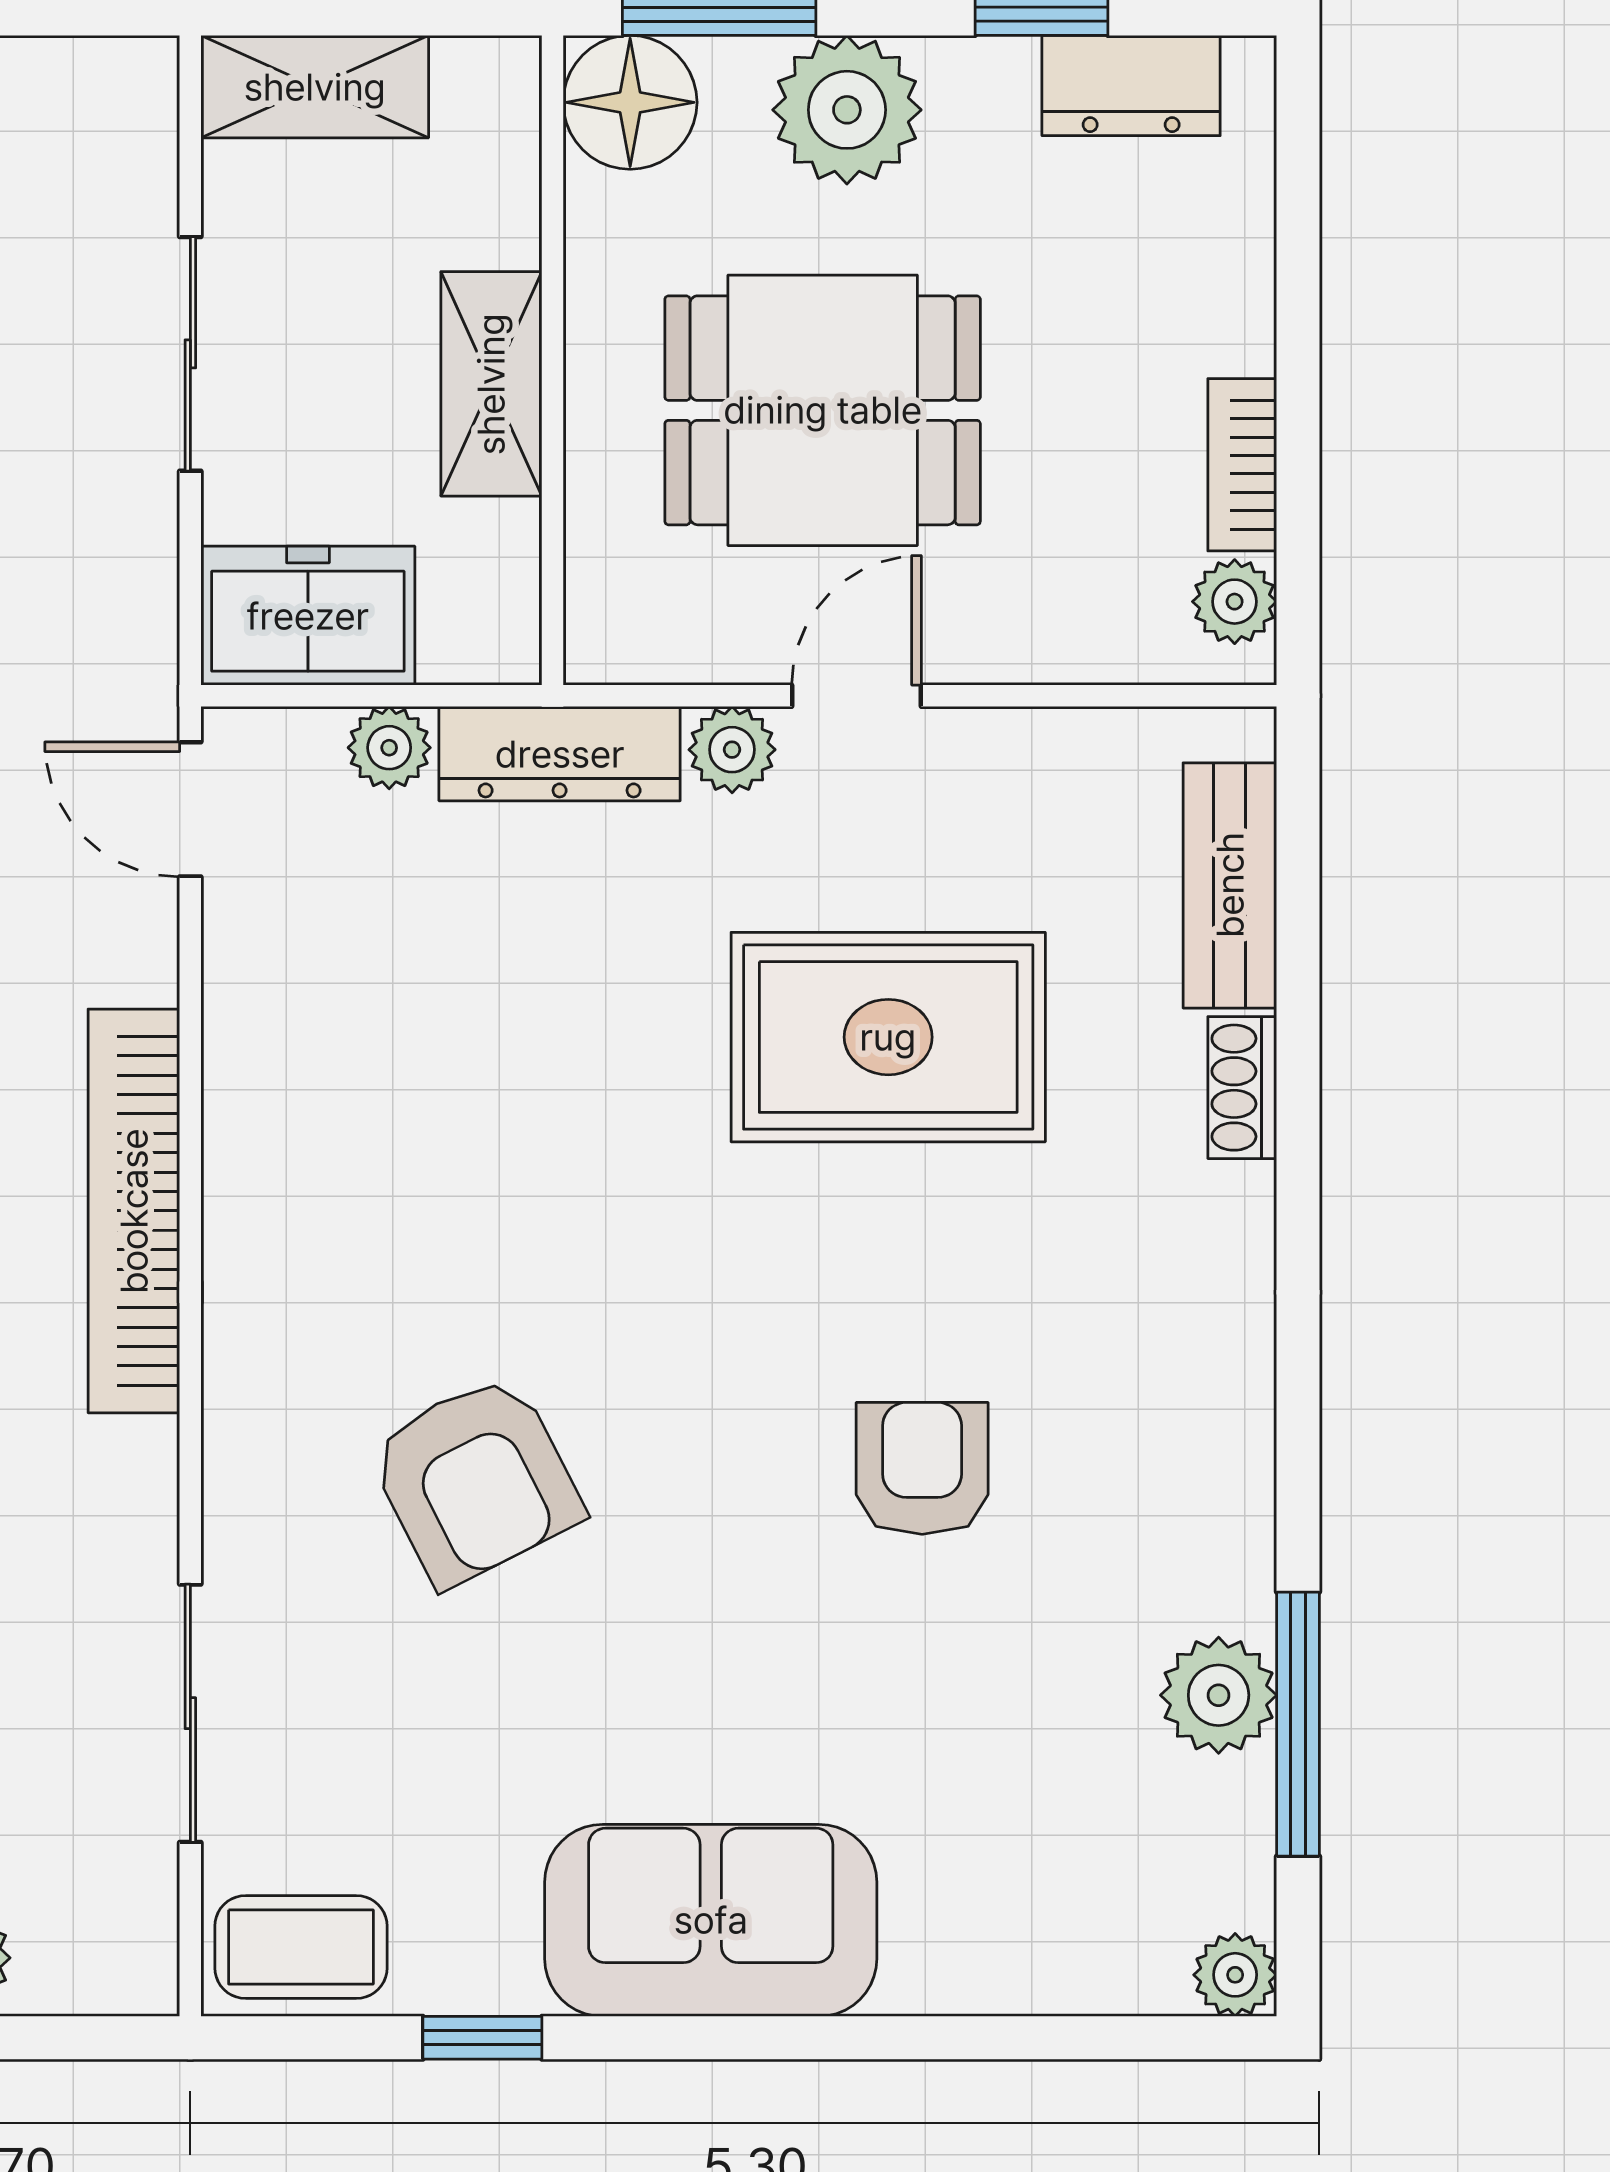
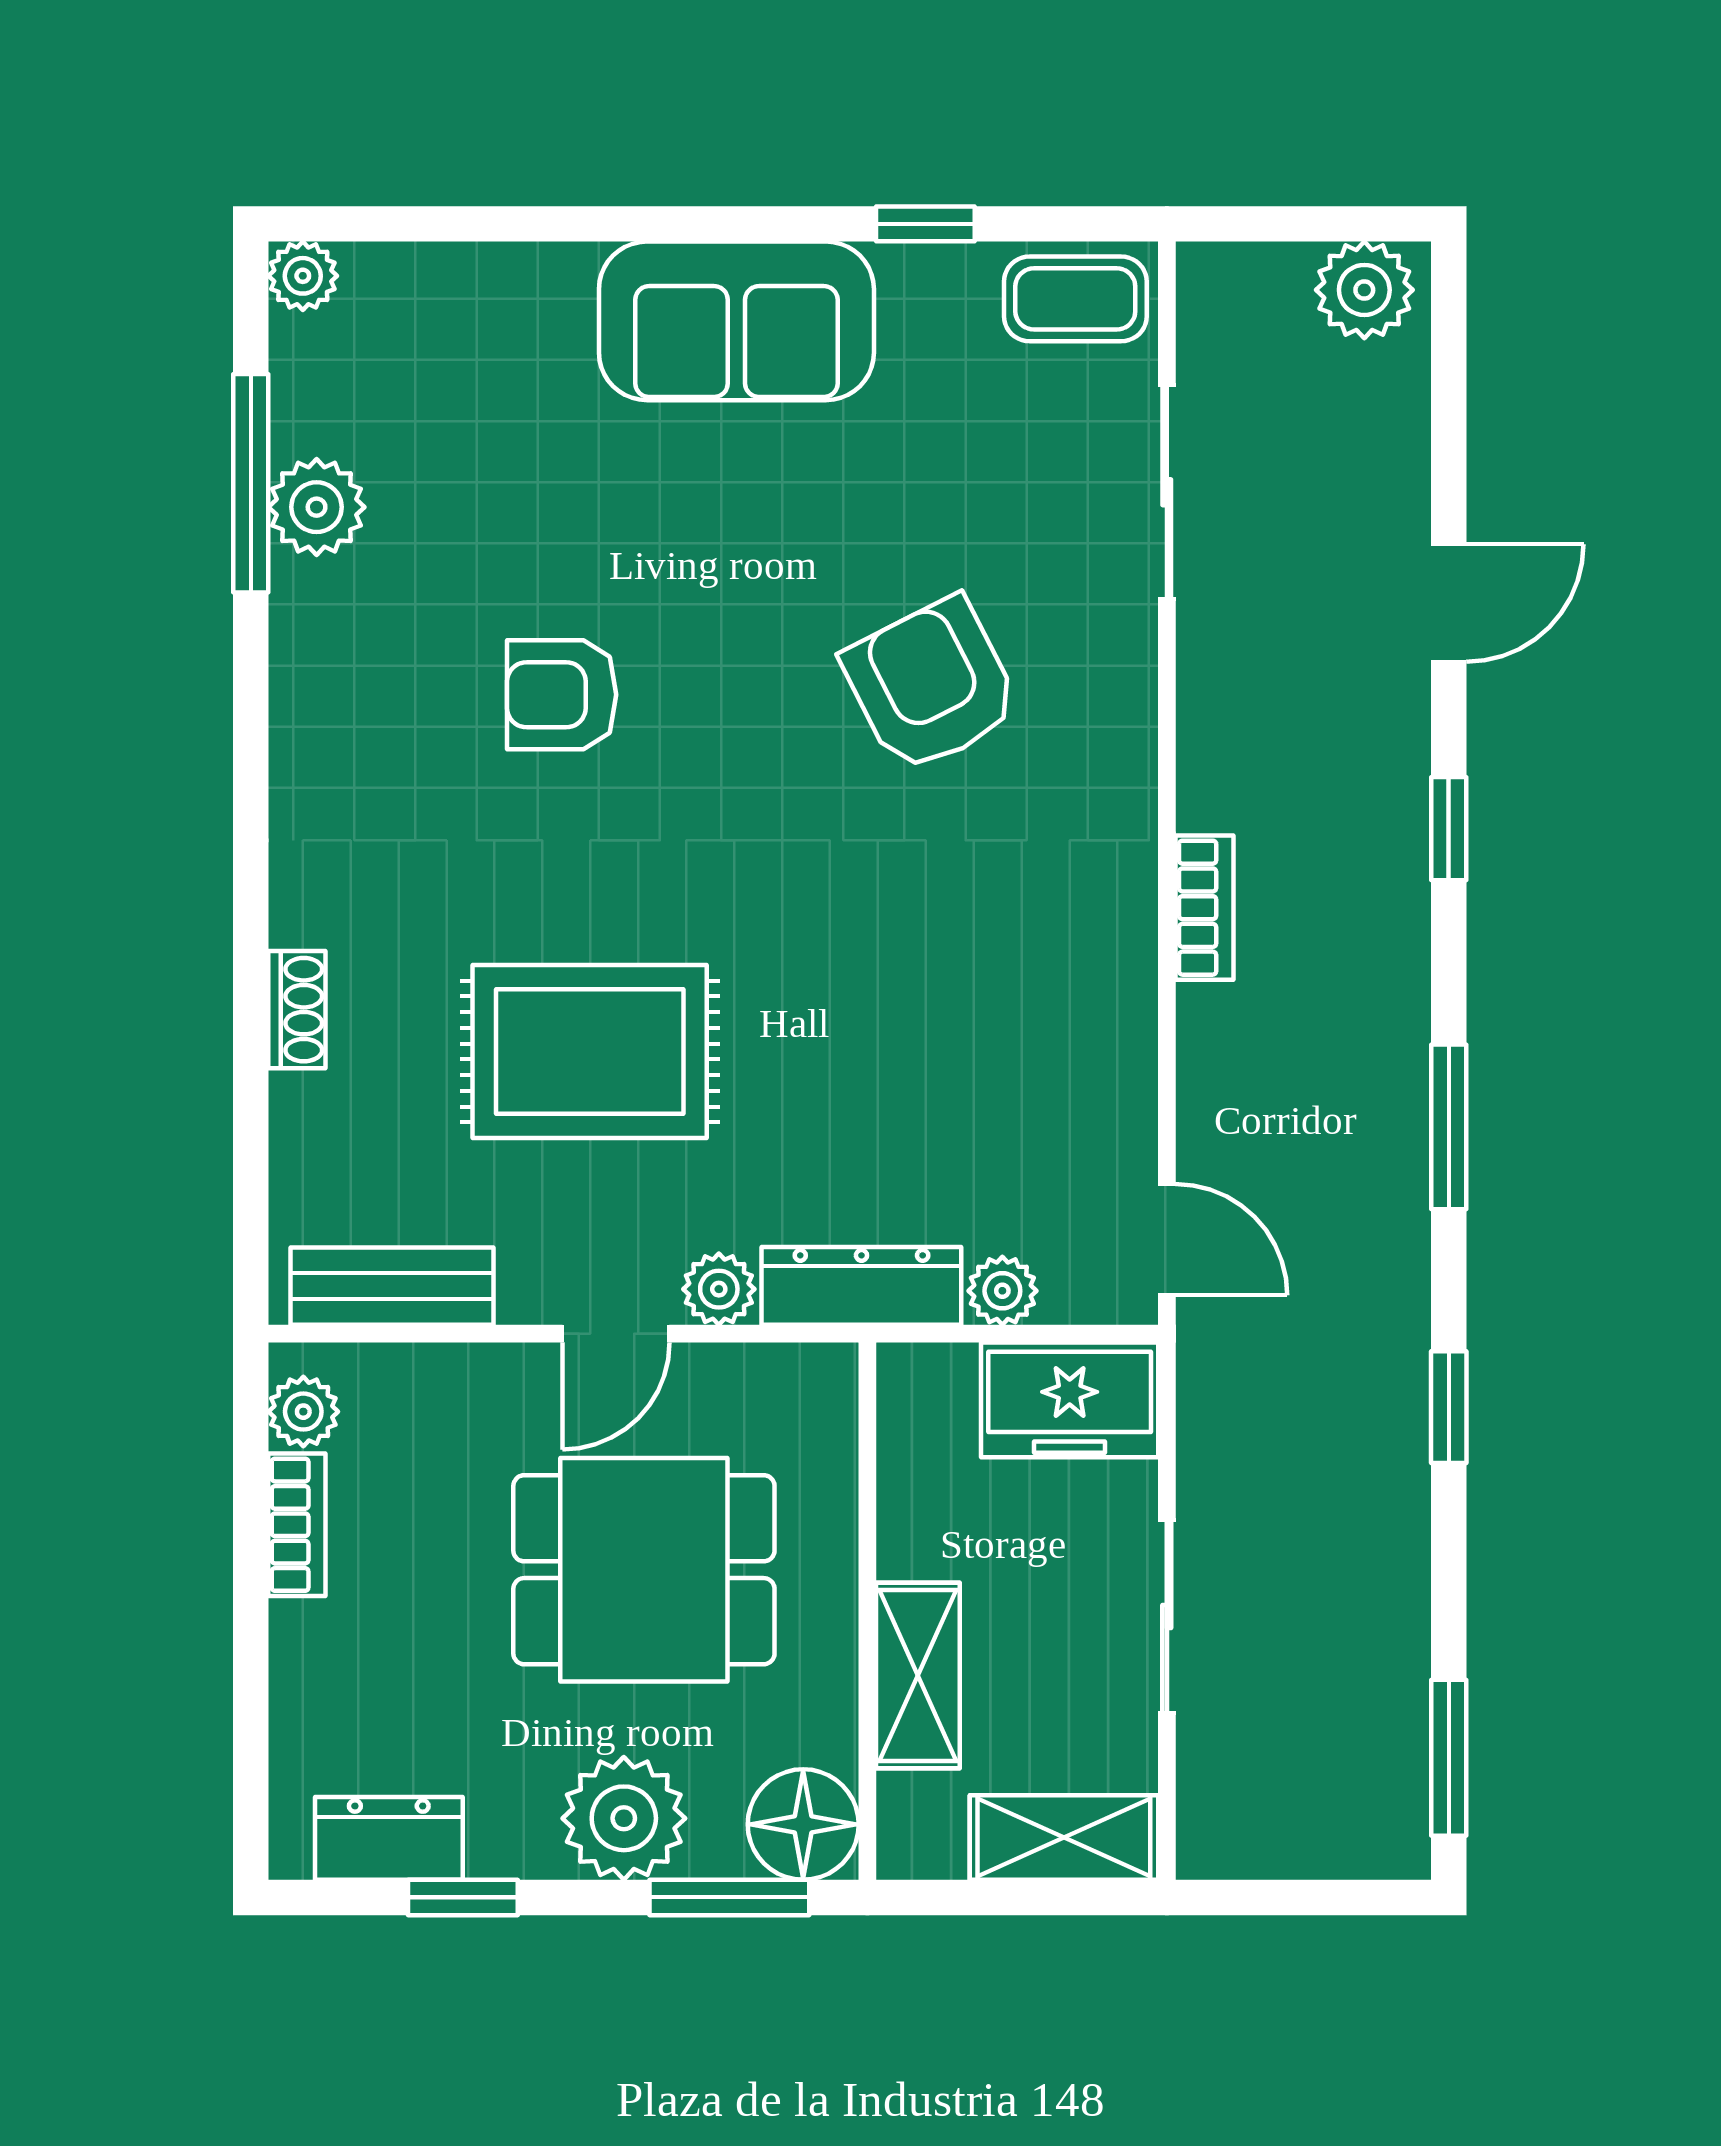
shelving: (491, 384) -> (918, 1676), moved
bench: (1230, 885) -> (392, 1286), moved, turned 90
bookcase: (134, 1211) -> (1205, 908), width x0.43, depth x0.76
armchair: (922, 1468) -> (562, 695), turned 90

